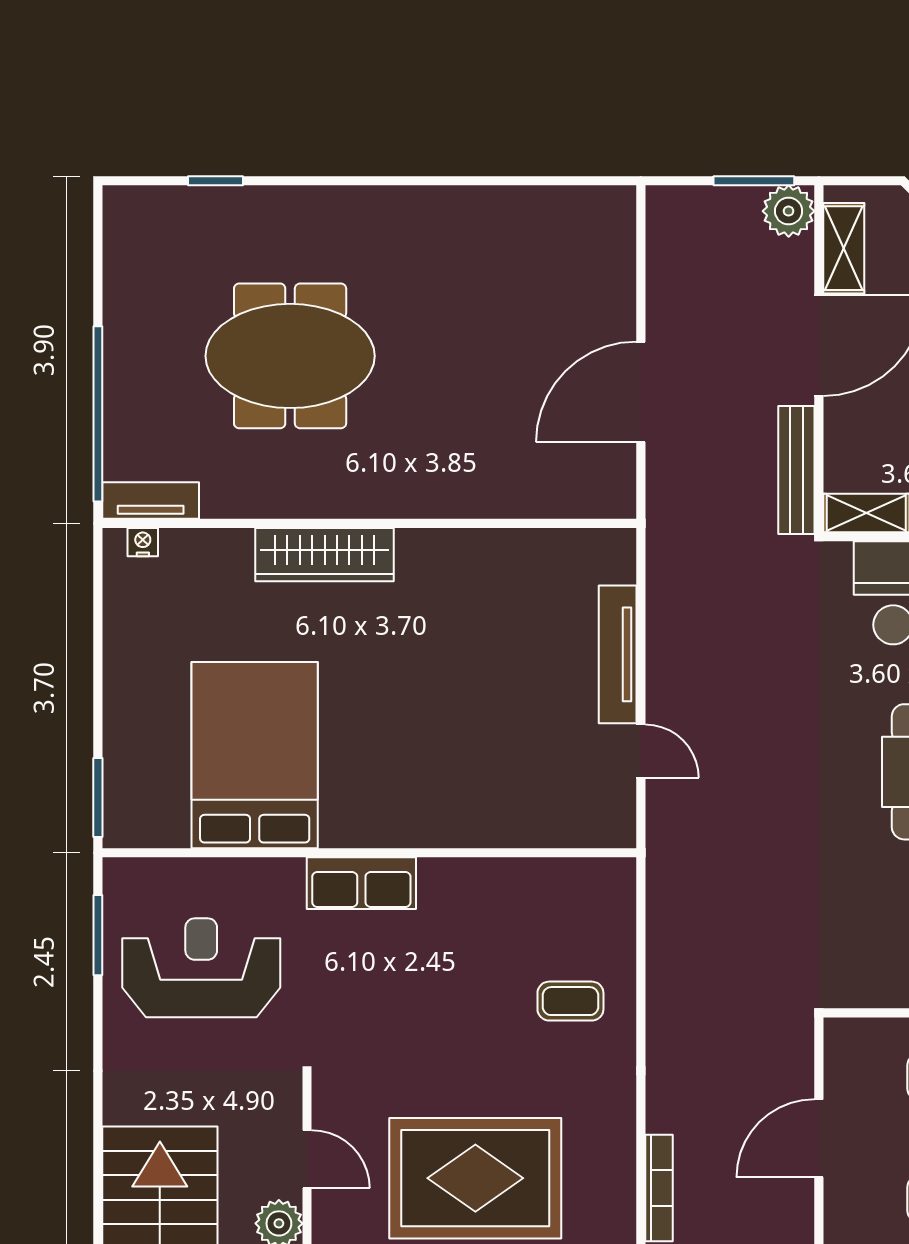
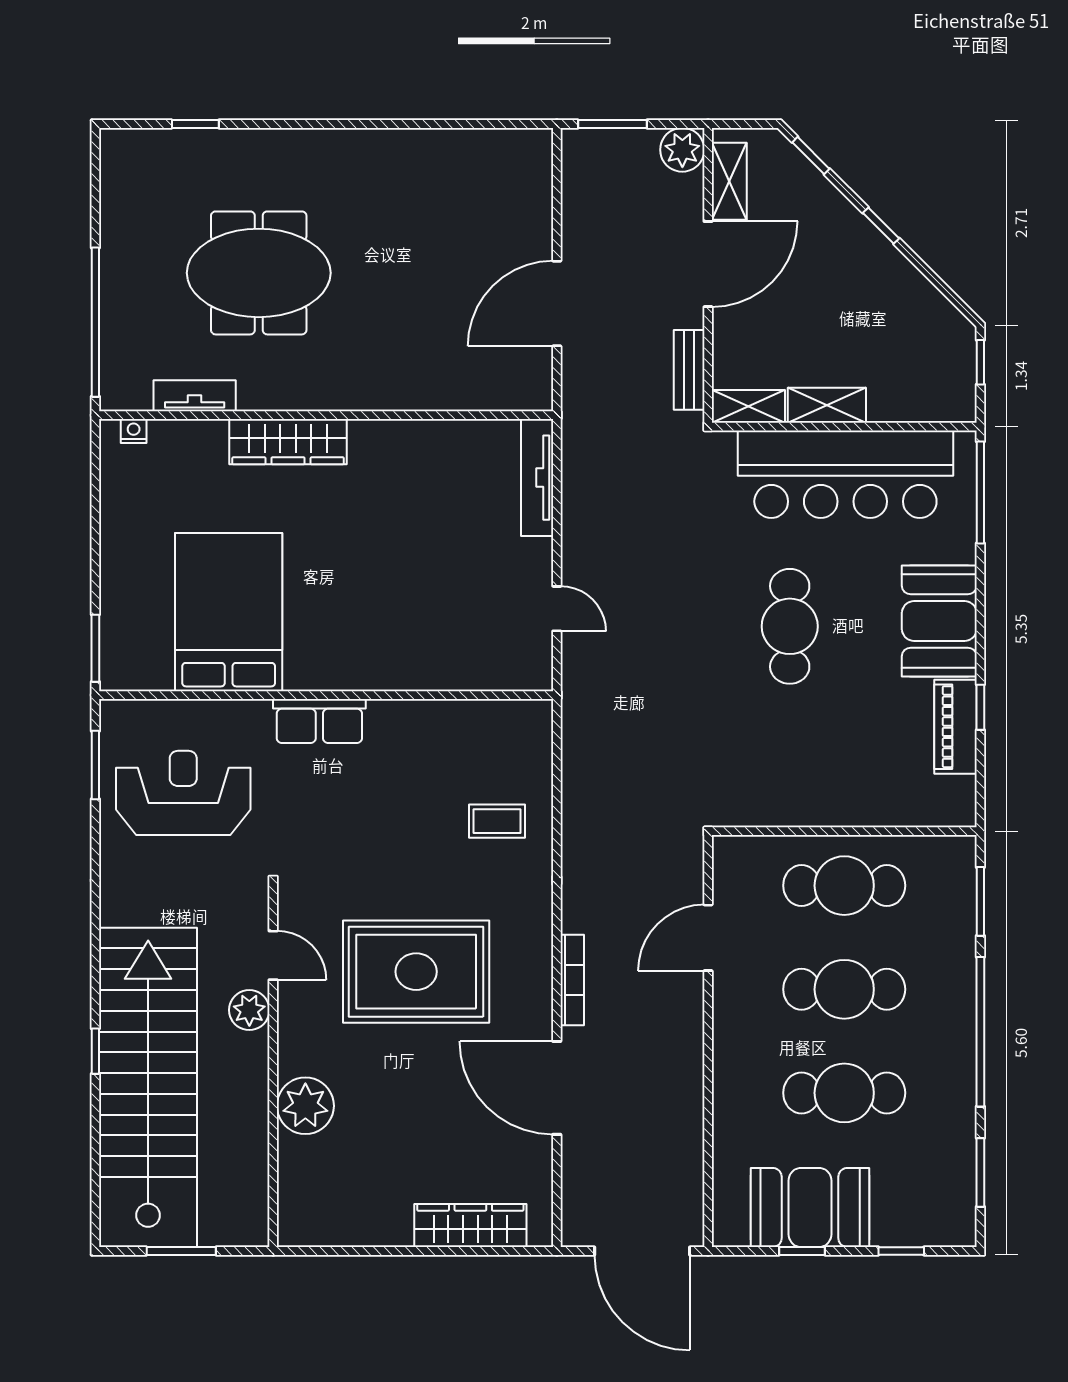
window: (754, 181) -> (612, 124), moved
bench: (796, 470) -> (689, 370), width x0.73
tv unit: (151, 501) -> (195, 396), moved
tv unit: (618, 654) -> (537, 478), moved

